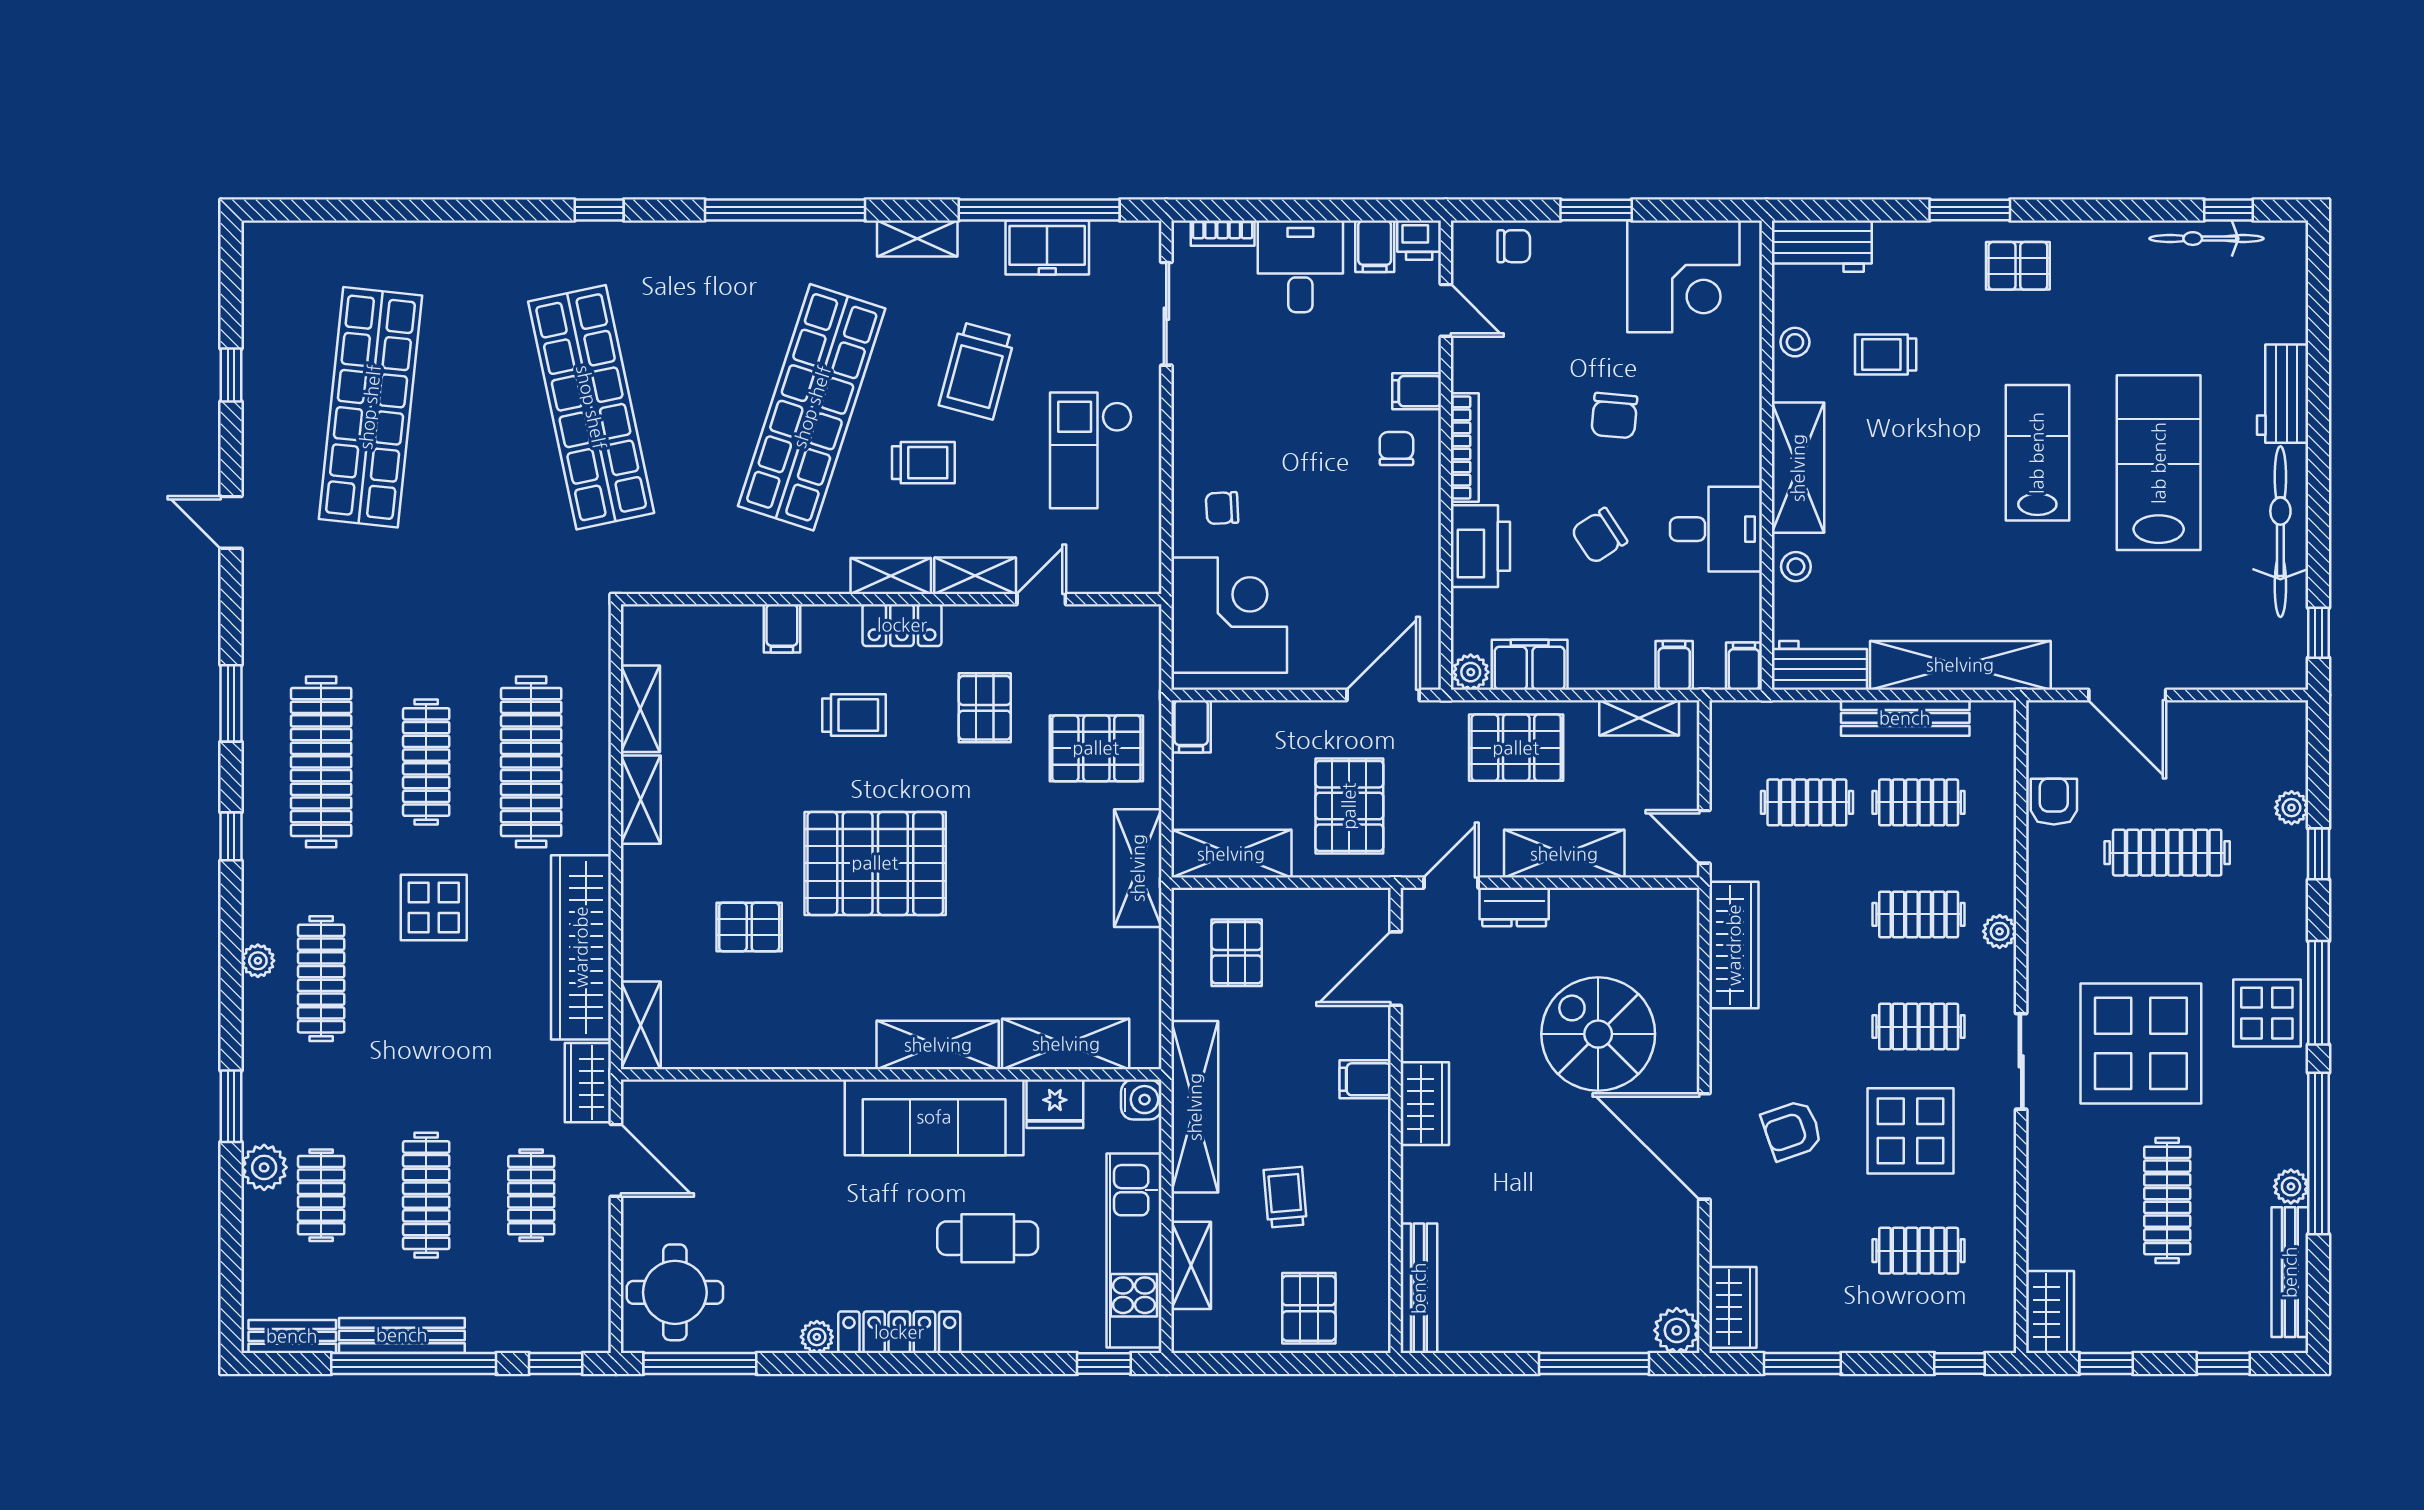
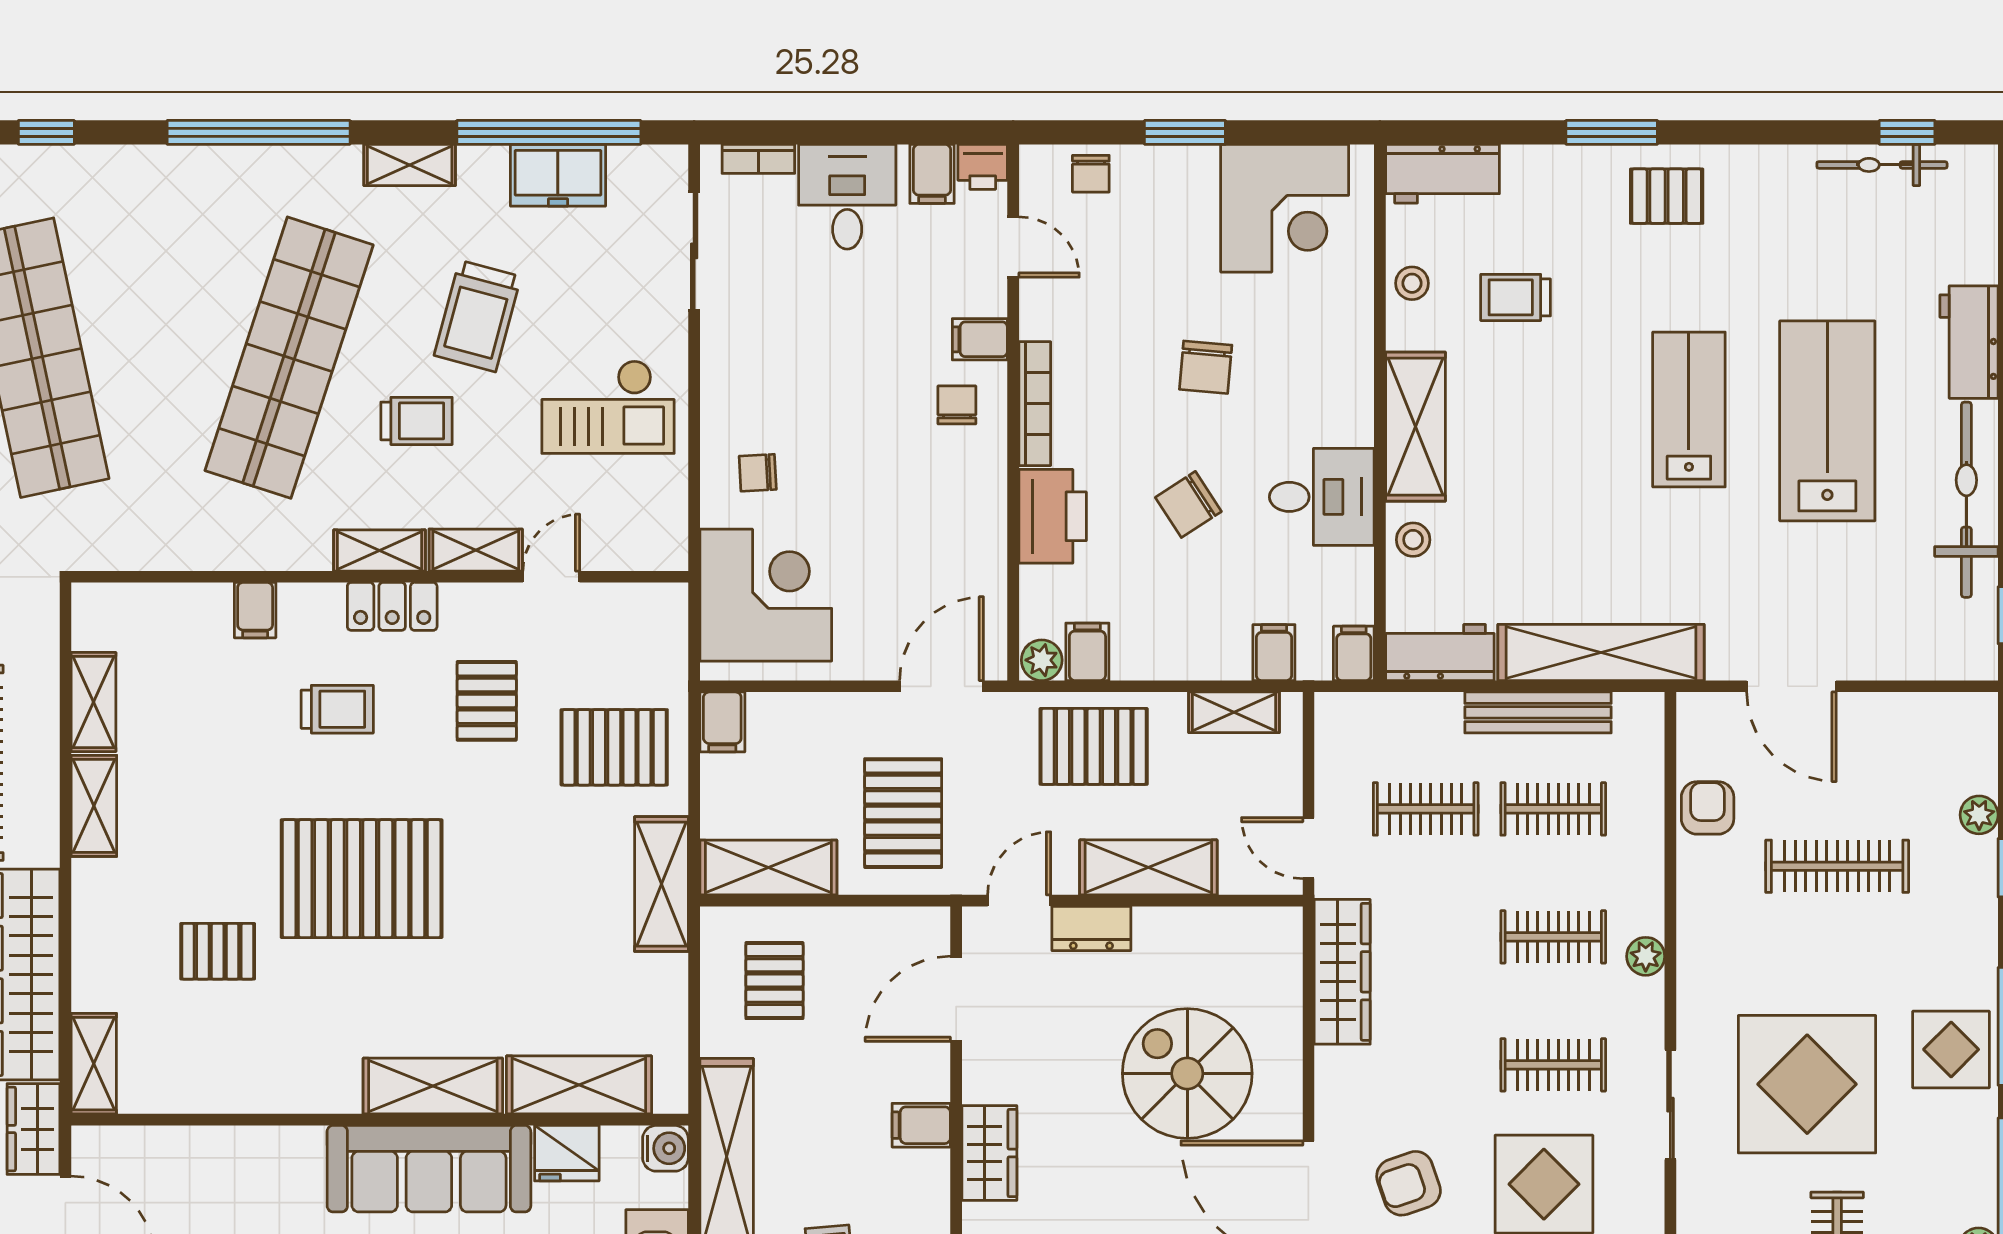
chair: (1514, 246) -> (1091, 174), turned 90
checkout: (1091, 450) -> (608, 407), turned -90
filing cabinet: (1530, 665) -> (1087, 652), width x0.50

